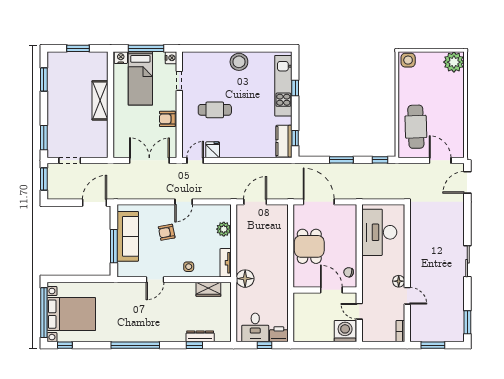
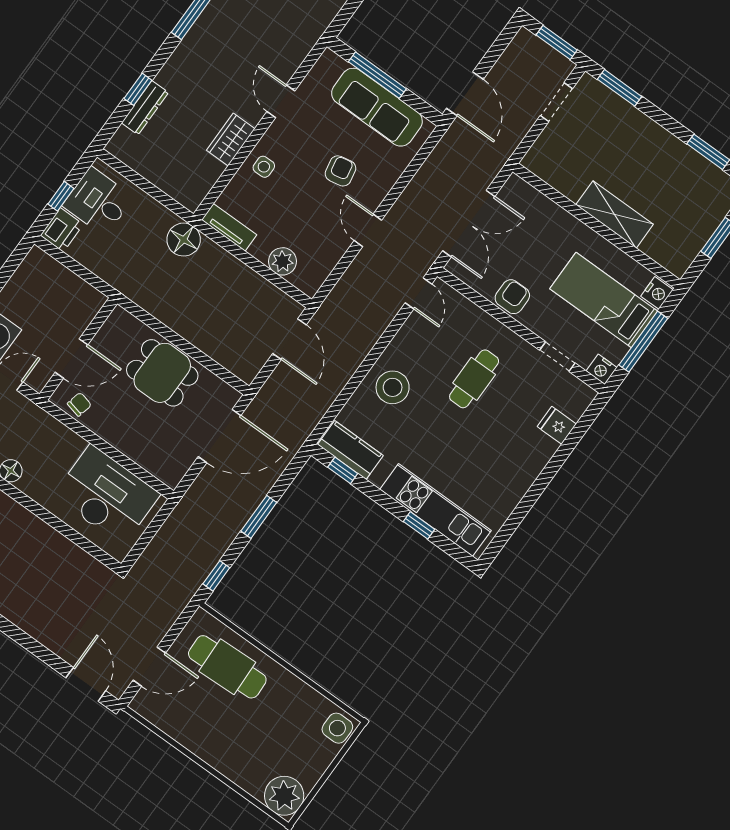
stool: (239, 62) -> (393, 387), moved
fridge: (213, 150) -> (557, 425), moved, turned 180
wardrobe: (208, 289) -> (231, 140), moved

